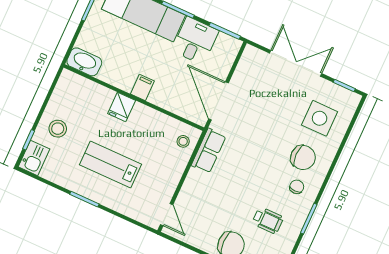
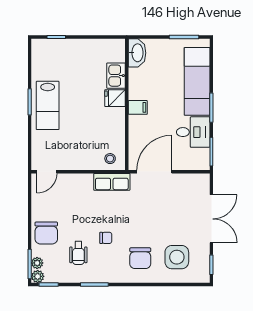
stool: (58, 129) -> (75, 56), removed
kitchen sink: (34, 158) -> (116, 76), moved, turned 90
lab bench: (111, 164) -> (48, 105), moved, turned 180
chair: (297, 187) -> (106, 238), moved

